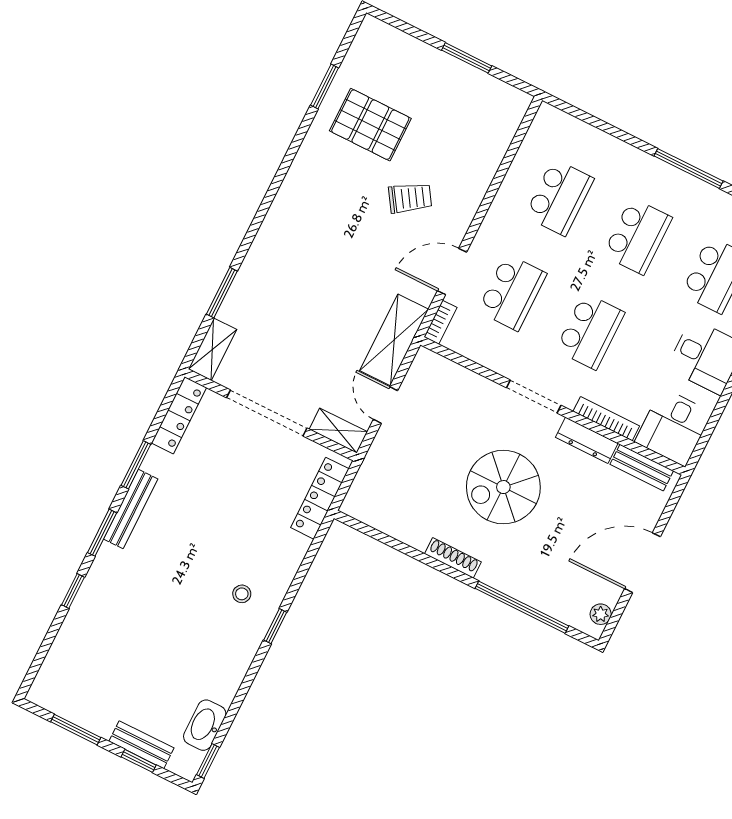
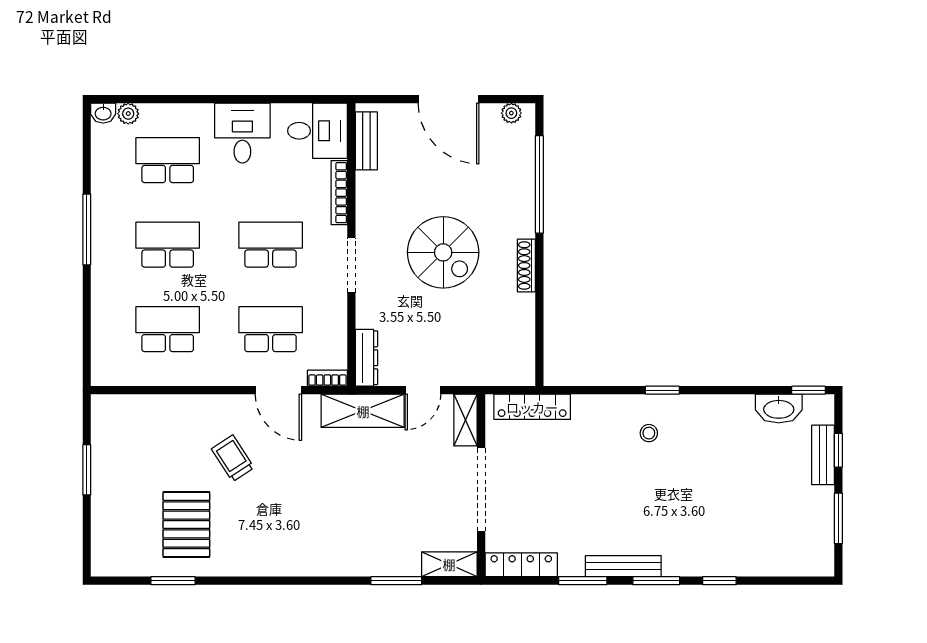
dresser: (587, 440) -> (366, 358), moved

